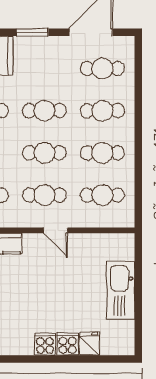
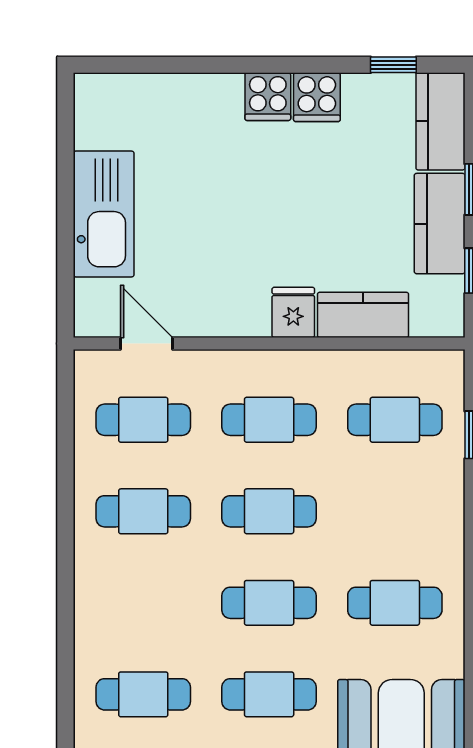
cafe table: (102, 111) -> (269, 694), moved
door: (56, 230) -> (147, 344), moved
cooker: (68, 344) -> (317, 97), moved
fridge: (89, 344) -> (293, 312), moved, turned 180

